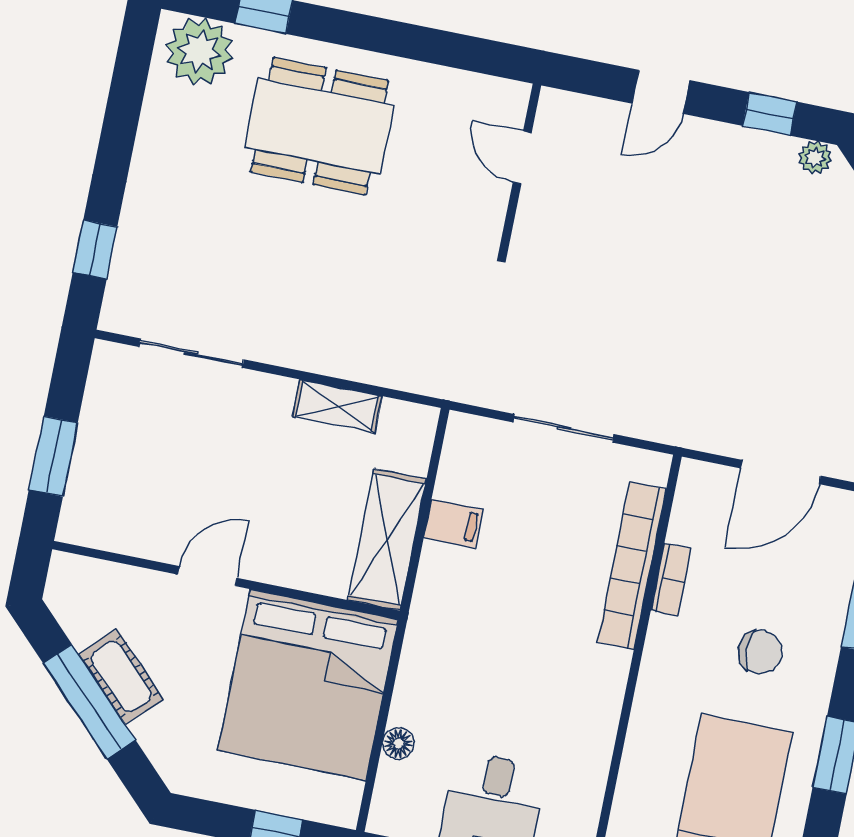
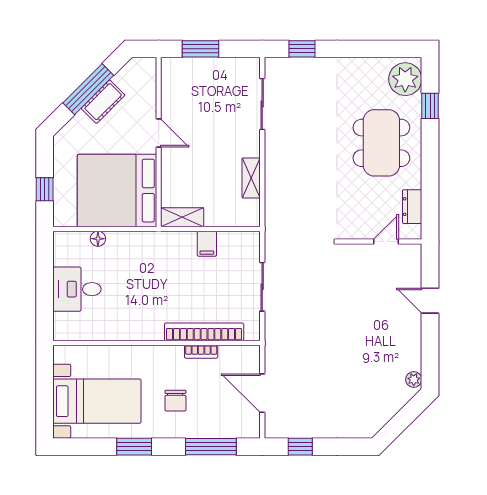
dresser: (462, 90) -> (412, 207), added
window: (770, 114) -> (430, 354), removed
shelving: (387, 540) -> (182, 217), width x0.67, depth x0.75

